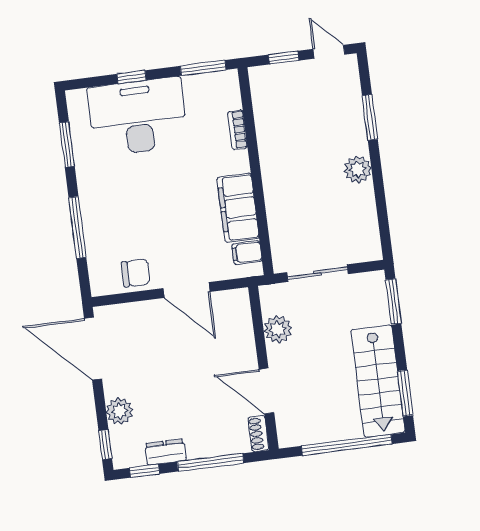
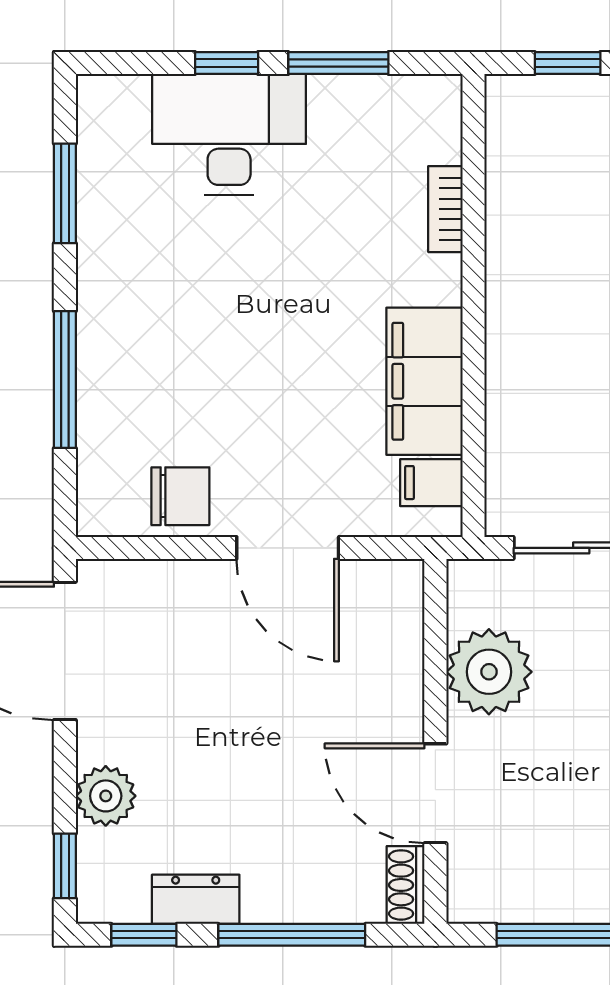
window: (203, 68) -> (338, 63), moved
desk: (138, 117) -> (229, 134), width x0.73, depth x0.77
plant: (278, 329) -> (489, 672), width x1.36, depth x1.36

